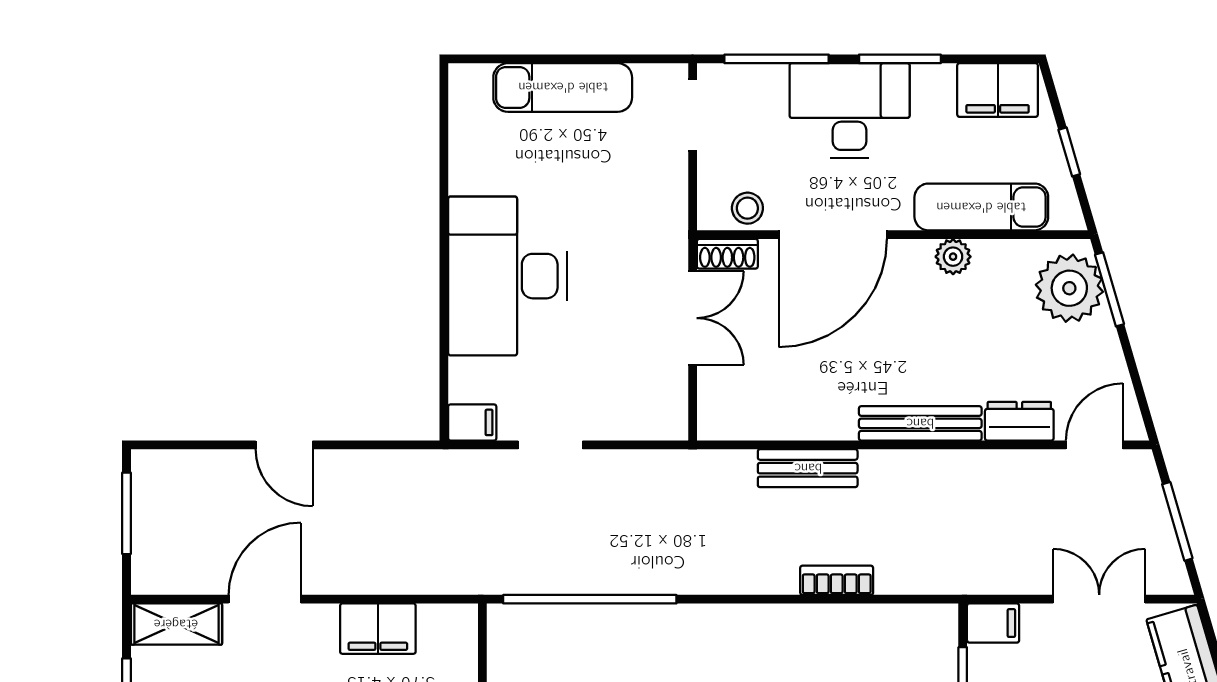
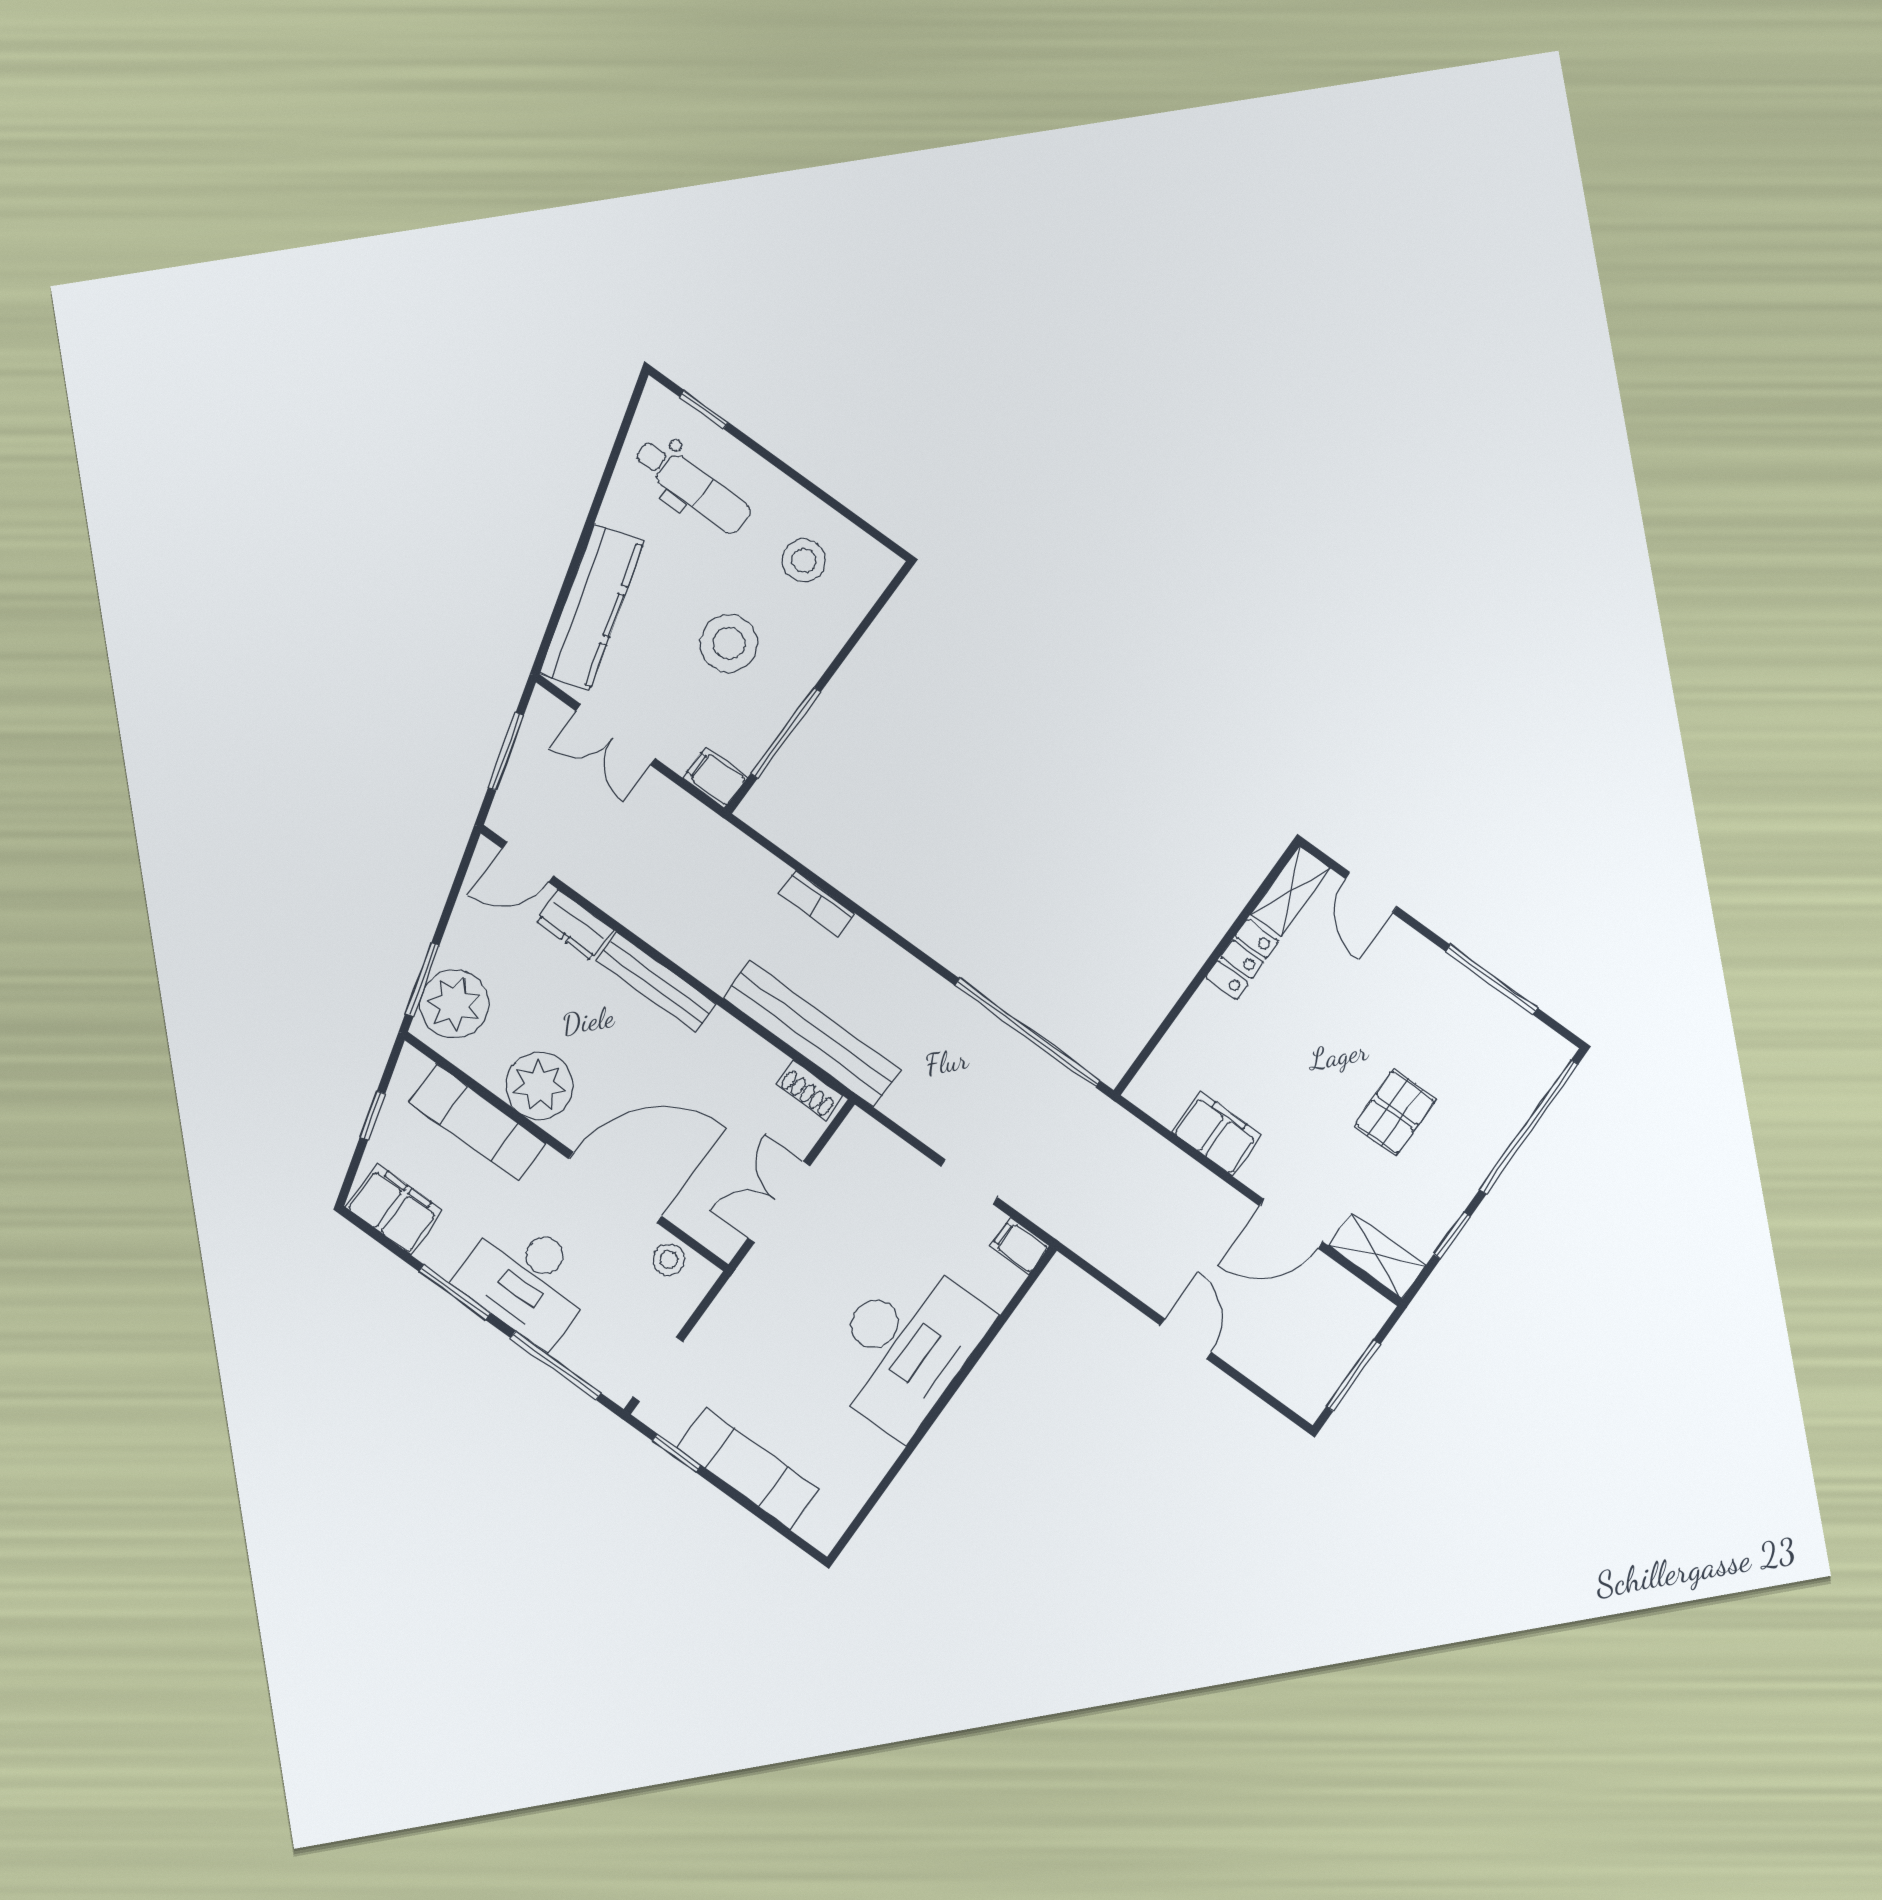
window: (629, 59) -> (677, 1453), added
shoe rack: (727, 254) -> (810, 1090), moved, turned 180
plant: (953, 257) -> (539, 1086), width x1.87, depth x1.87
bench: (808, 468) -> (812, 1034), width x1.86, depth x1.21

